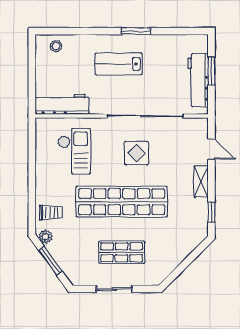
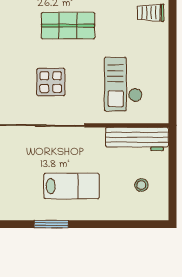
stool: (56, 46) -> (141, 185), moved
shop shelf: (122, 202) -> (68, 26), width x0.50, depth x0.74

